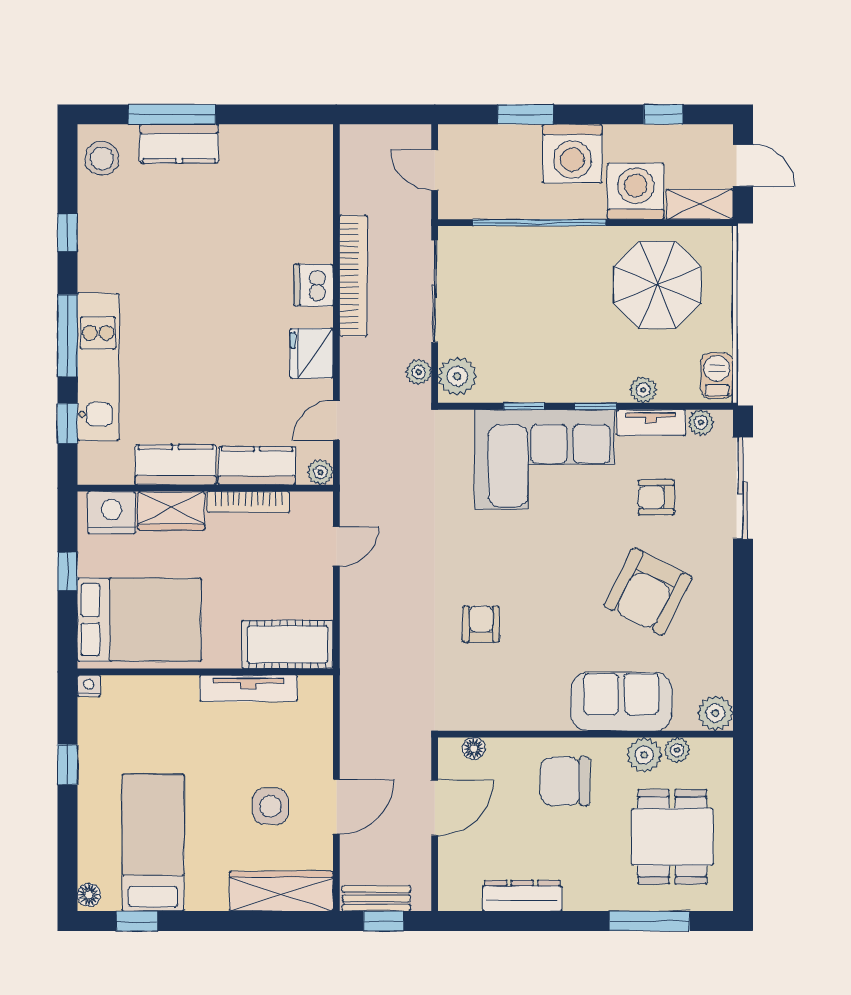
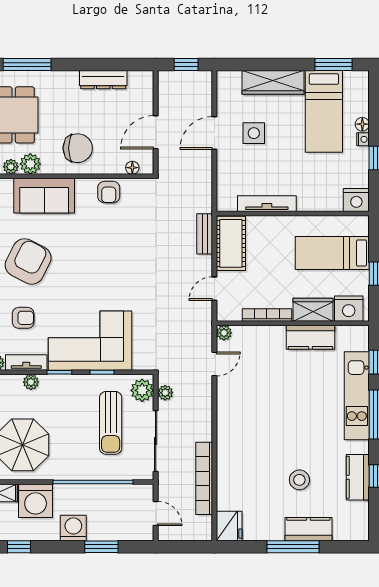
window: (172, 114) -> (293, 547), moved
washing machine: (572, 154) -> (73, 528), width x0.73, depth x0.73
stool: (102, 158) -> (299, 480), moved
bookcase: (353, 276) -> (204, 478), moved
dishwasher: (313, 285) -> (228, 445), removed
sun lounger: (510, 322) -> (111, 423), added
fridge: (312, 353) -> (229, 526), moved
kitchen counter: (257, 466) -> (358, 477), moved, turned 90
bed: (139, 620) -> (332, 253), width x0.67
armchair: (481, 624) -> (109, 192), moved
cot: (287, 644) -> (231, 243), moved, turned 90
nightstand: (89, 686) -> (356, 200), width x1.89, depth x1.79
nightstand: (88, 796) -> (363, 139), added
wardrobe: (281, 891) -> (273, 82), moved
floor lamp: (89, 895) -> (362, 124), moved
bench: (376, 898) -> (205, 234), moved, turned 90
window: (137, 921) -> (334, 65), width x1.50

